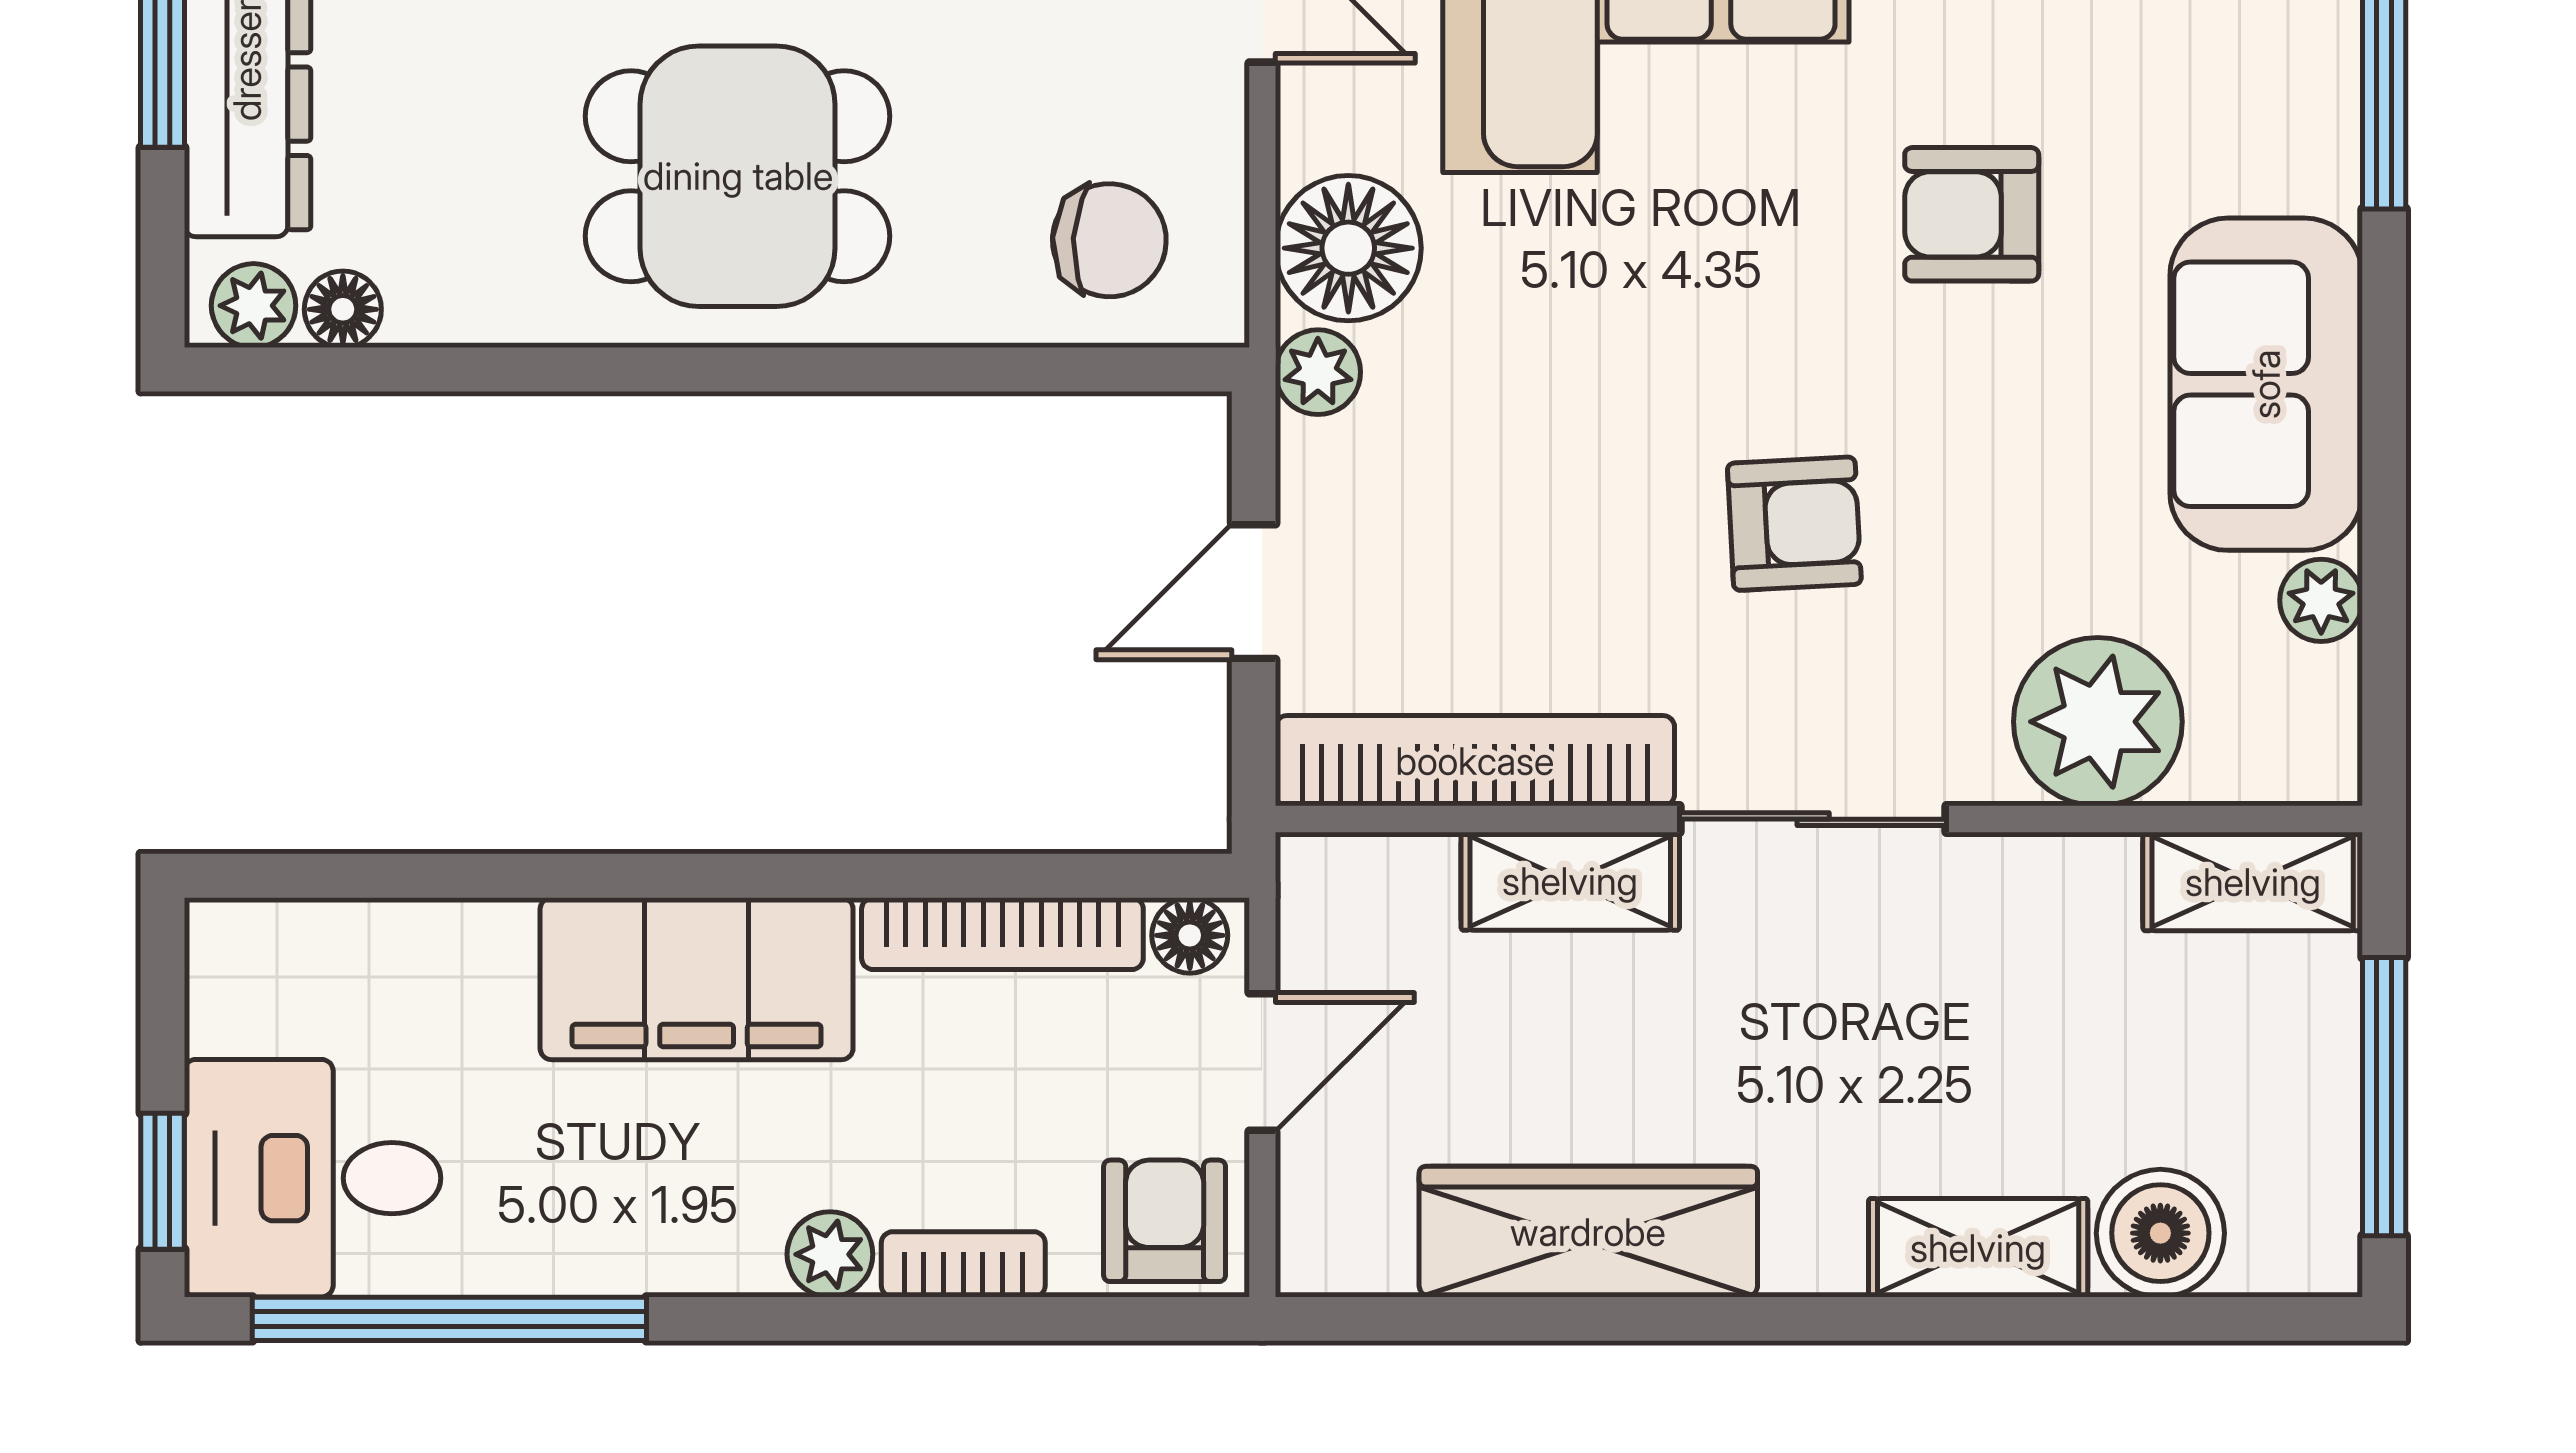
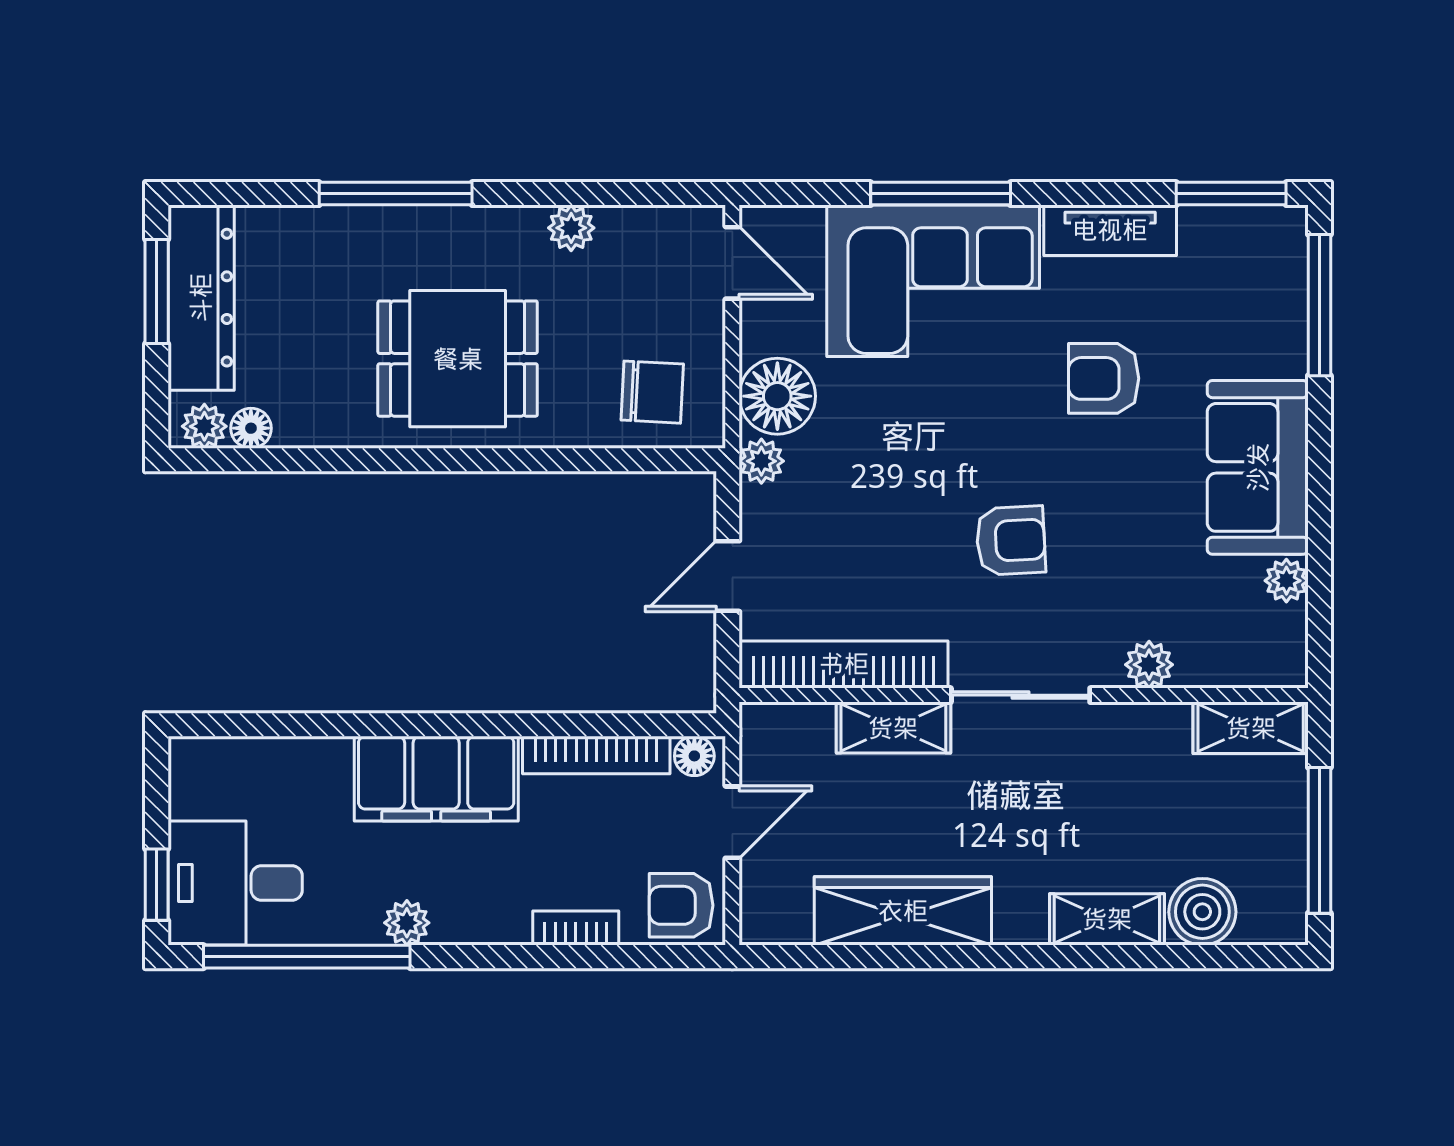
plant: (2098, 722) -> (1149, 665), width x0.53, depth x0.53
armchair: (1165, 1221) -> (681, 905), turned -90
plant: (830, 1254) -> (407, 923), moved

